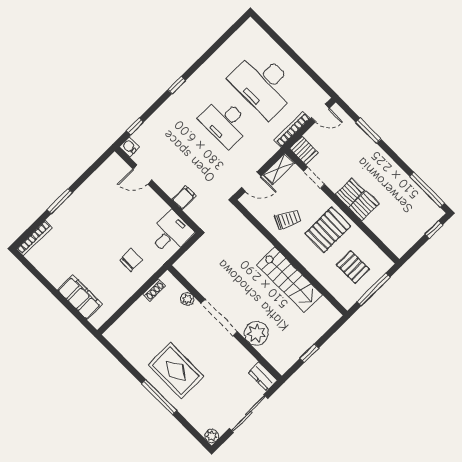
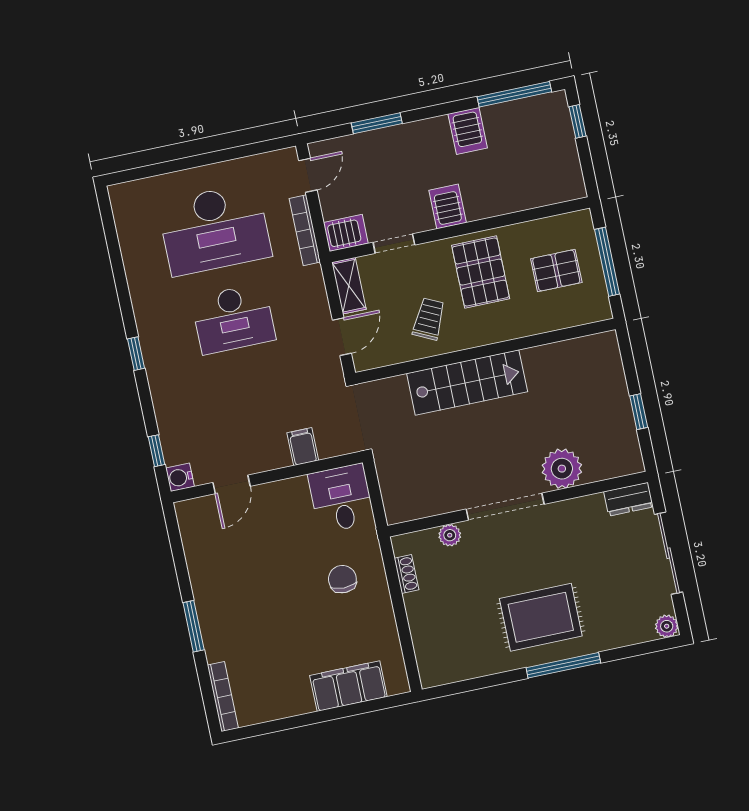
server rack: (364, 206) -> (468, 131), moved, turned 180
stairs: (289, 280) -> (467, 382), moved

